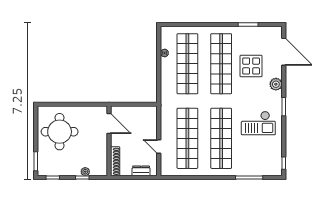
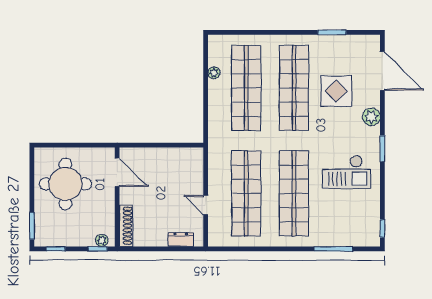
door: (109, 124) -> (117, 172), moved
wall: (109, 141) -> (117, 197), moved
shoe rack: (115, 161) -> (126, 226), moved

